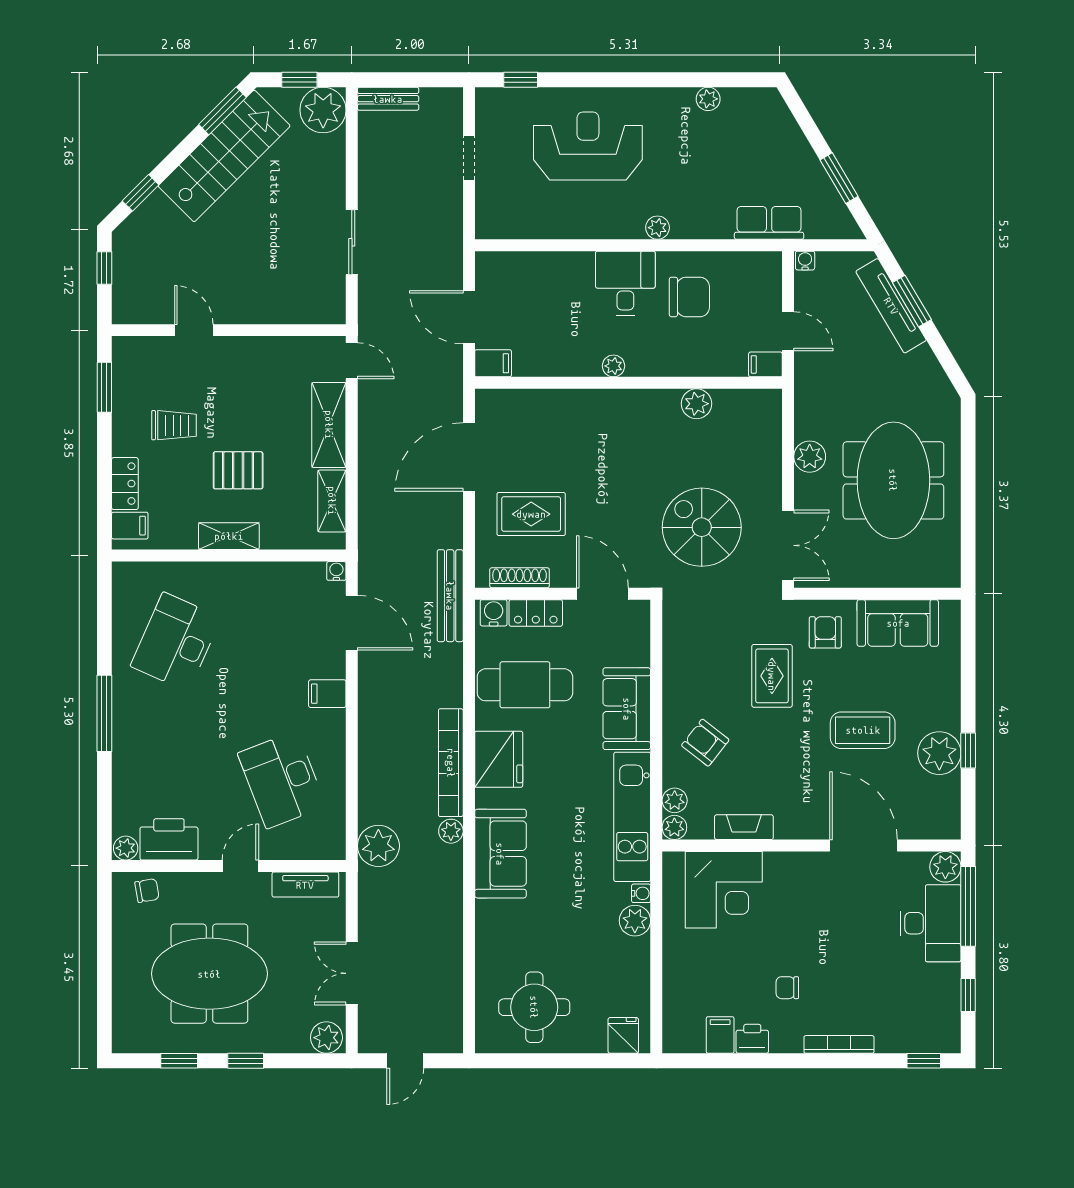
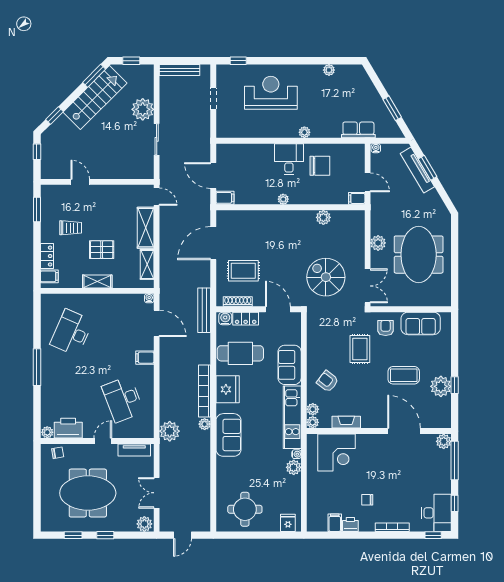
bench: (388, 99) -> (180, 70), width x1.36
plant: (323, 110) -> (143, 109), moved
desk: (930, 923) -> (436, 513), moved

